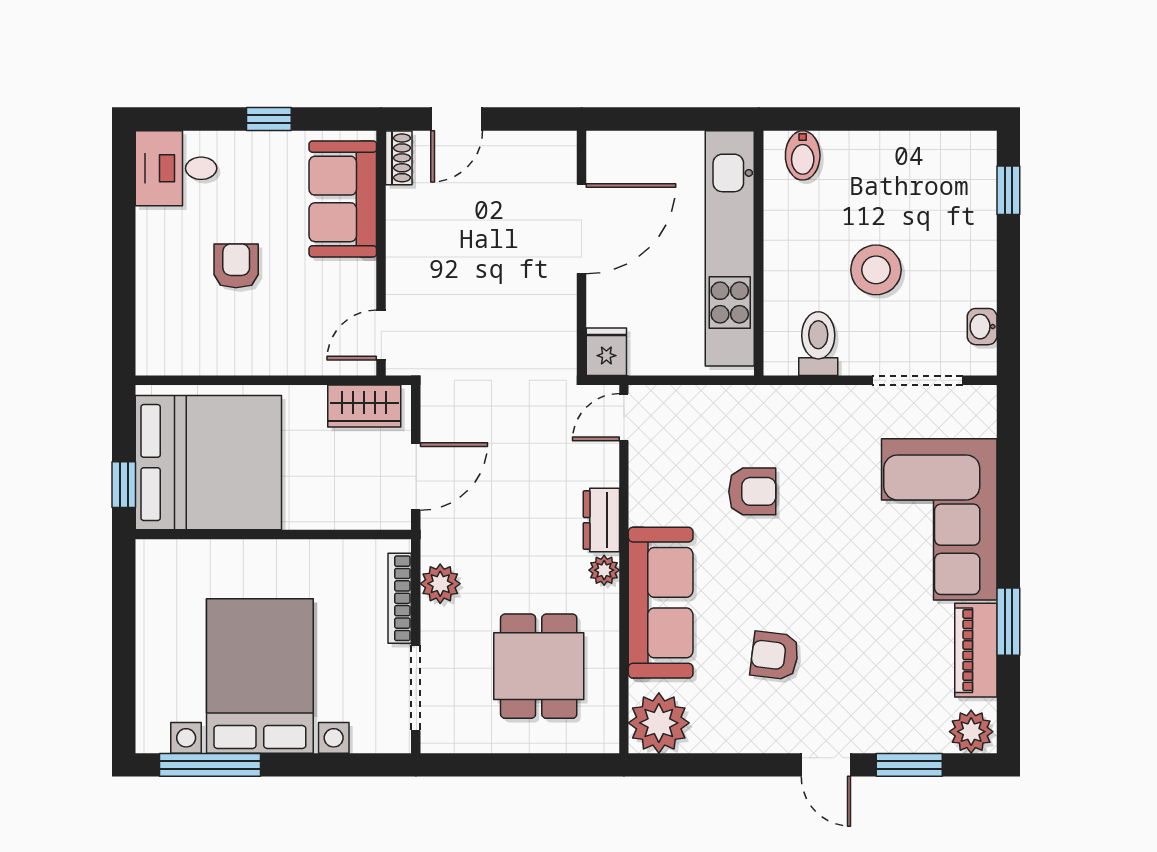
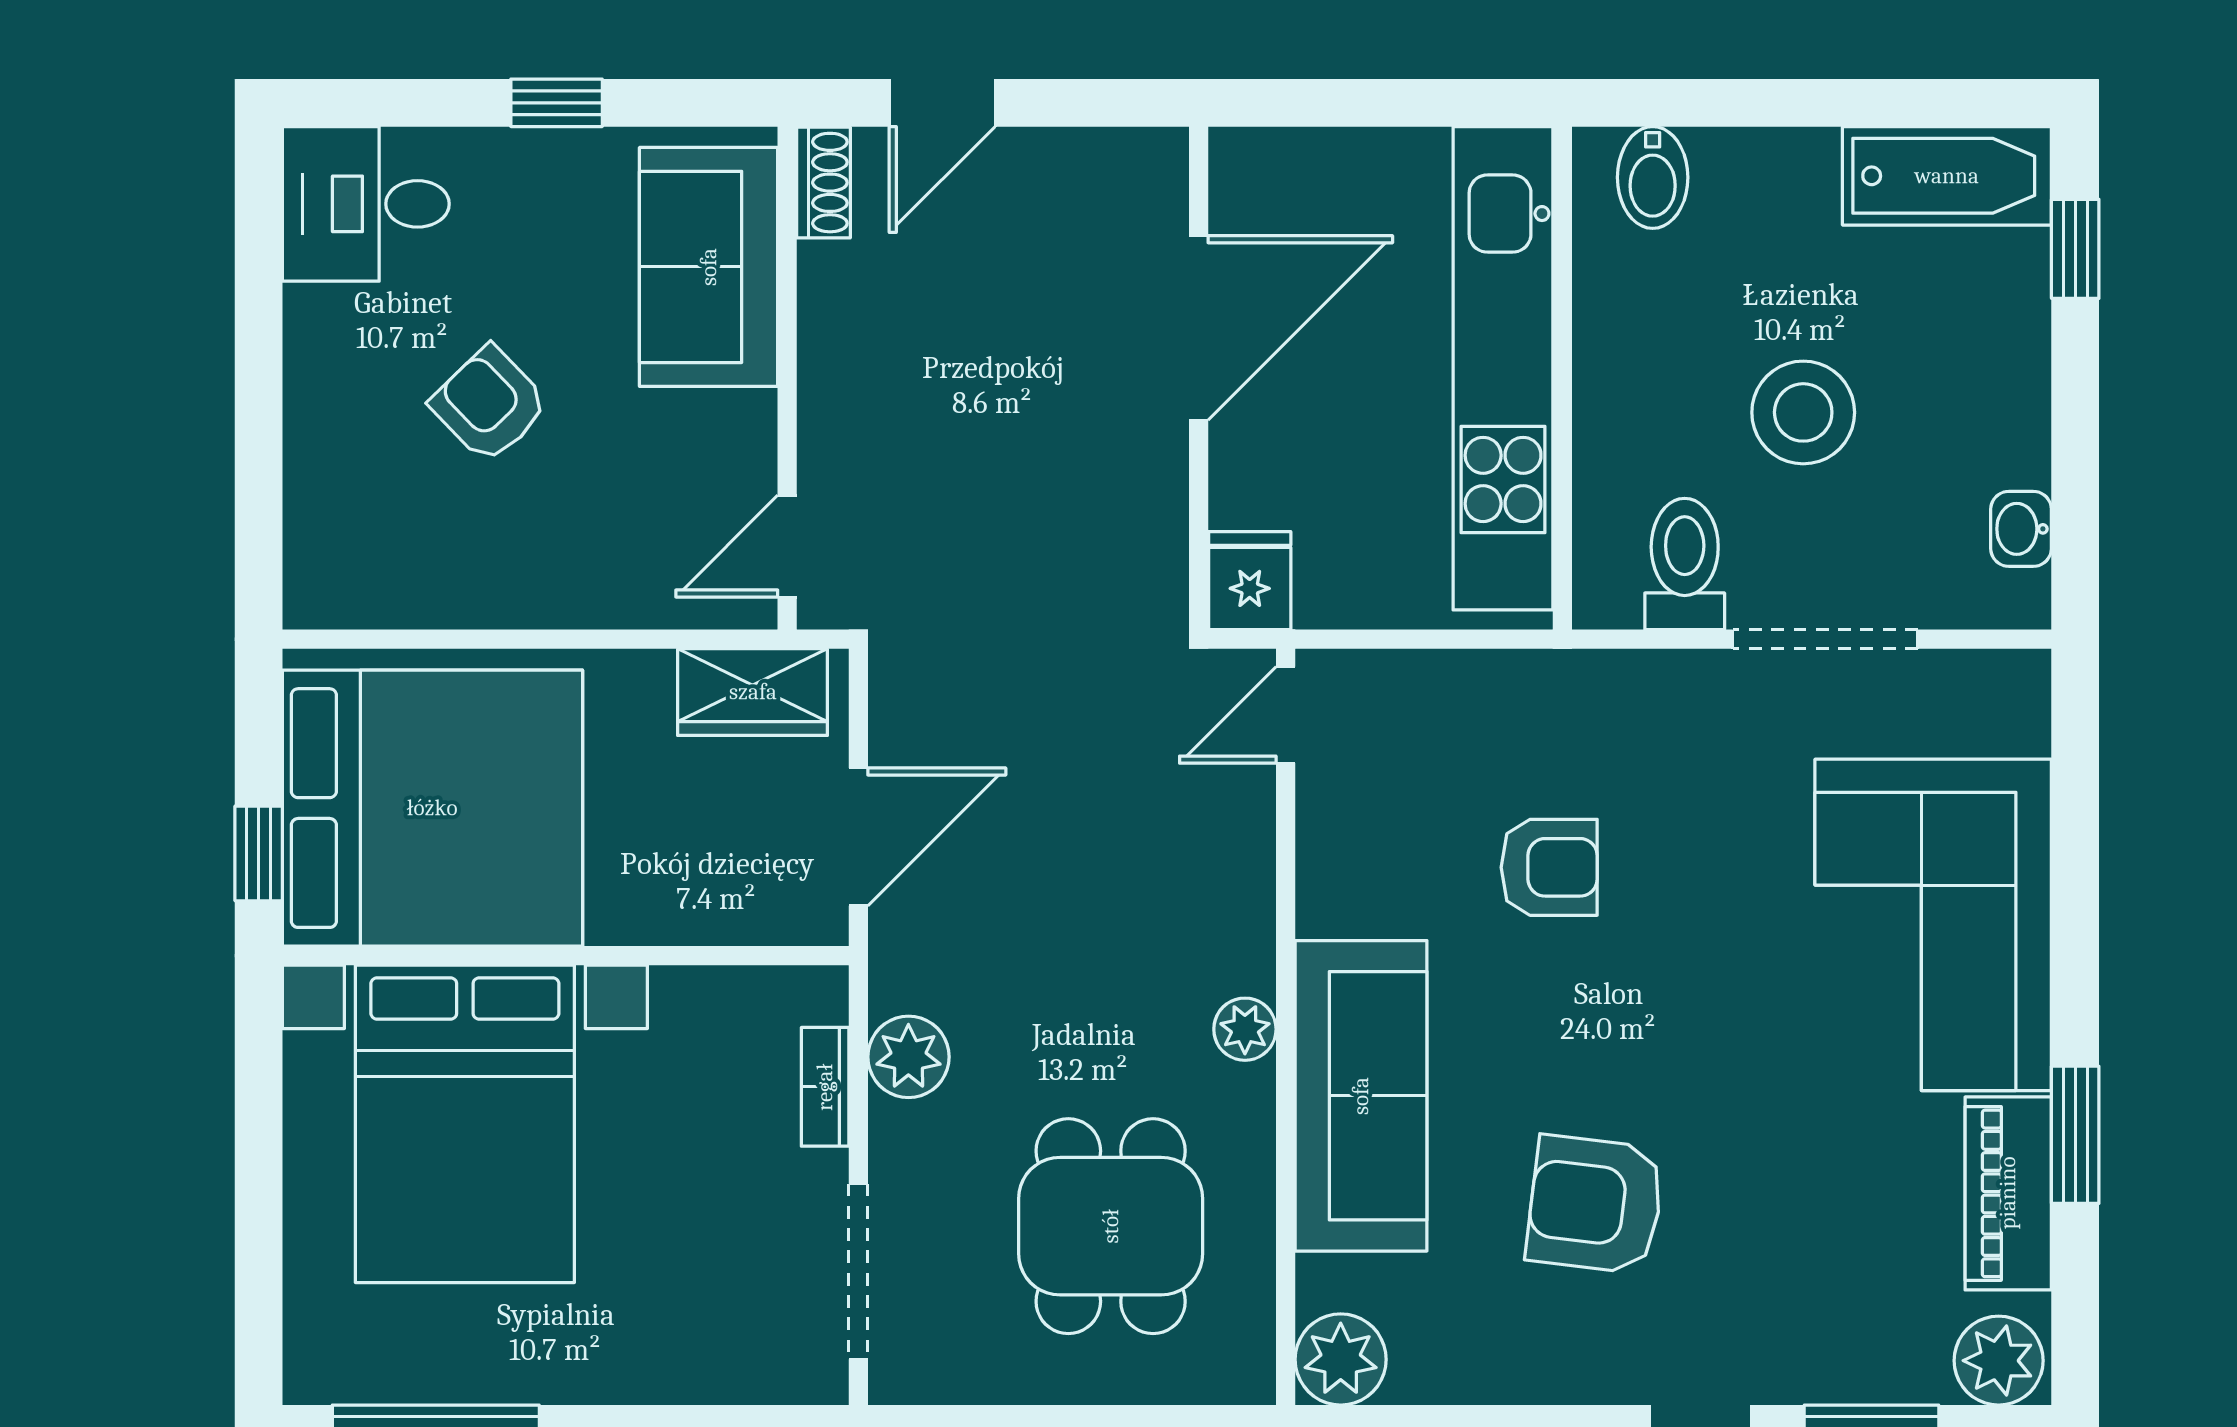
bathtub: (946, 155) -> (1947, 176), added
armchair: (236, 266) -> (490, 404), turned -44
doorway: (918, 380) -> (1825, 639), moved
dresser: (601, 520) -> (1239, 926), removed
bookcase: (400, 598) -> (825, 1087), width x0.64
armchair: (775, 656) -> (1595, 1204), width x1.38, depth x1.38
bed with nightstands: (260, 676) -> (465, 1124), moved, turned 180
plant: (659, 723) -> (1341, 1359), width x0.73, depth x0.73

